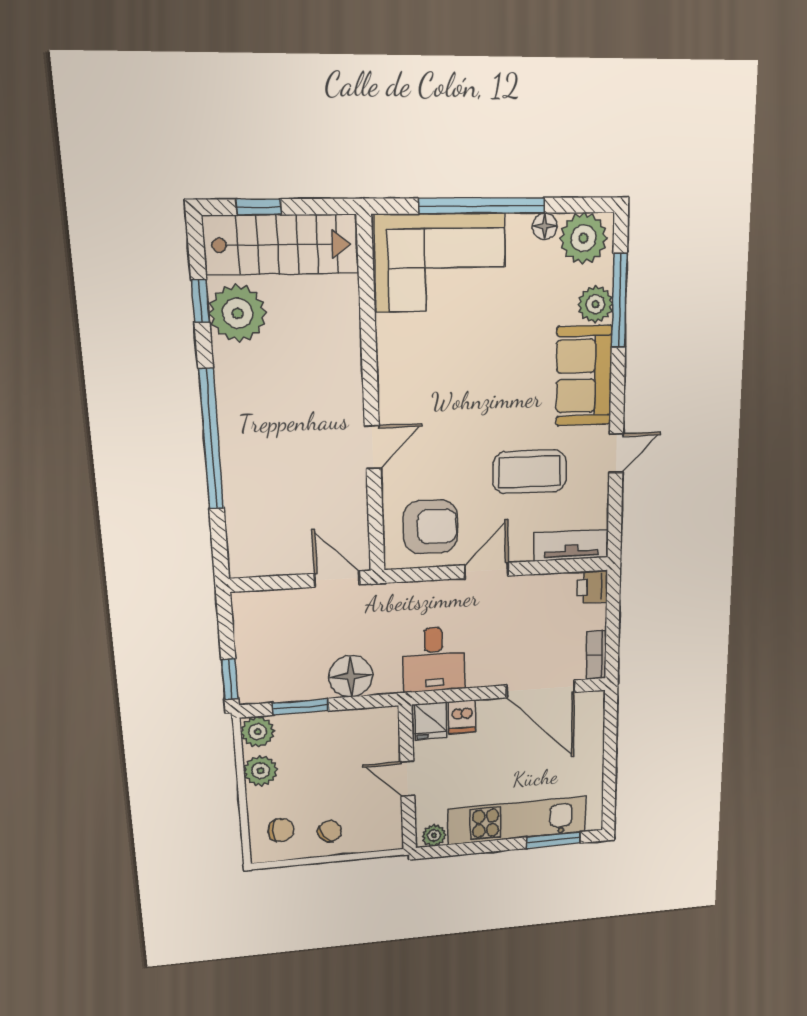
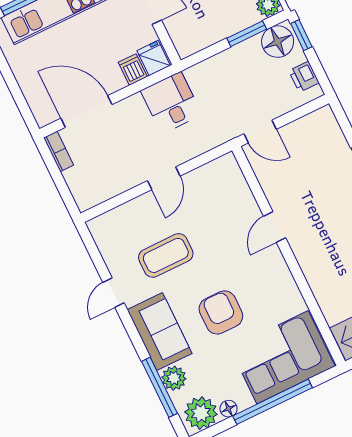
armchair: (431, 527) -> (221, 312), moved, turned 90
tv unit: (571, 545) -> (114, 219), removed
printer: (593, 587) -> (304, 77), moved, turned 180
floor lamp: (351, 676) -> (278, 42), moved

